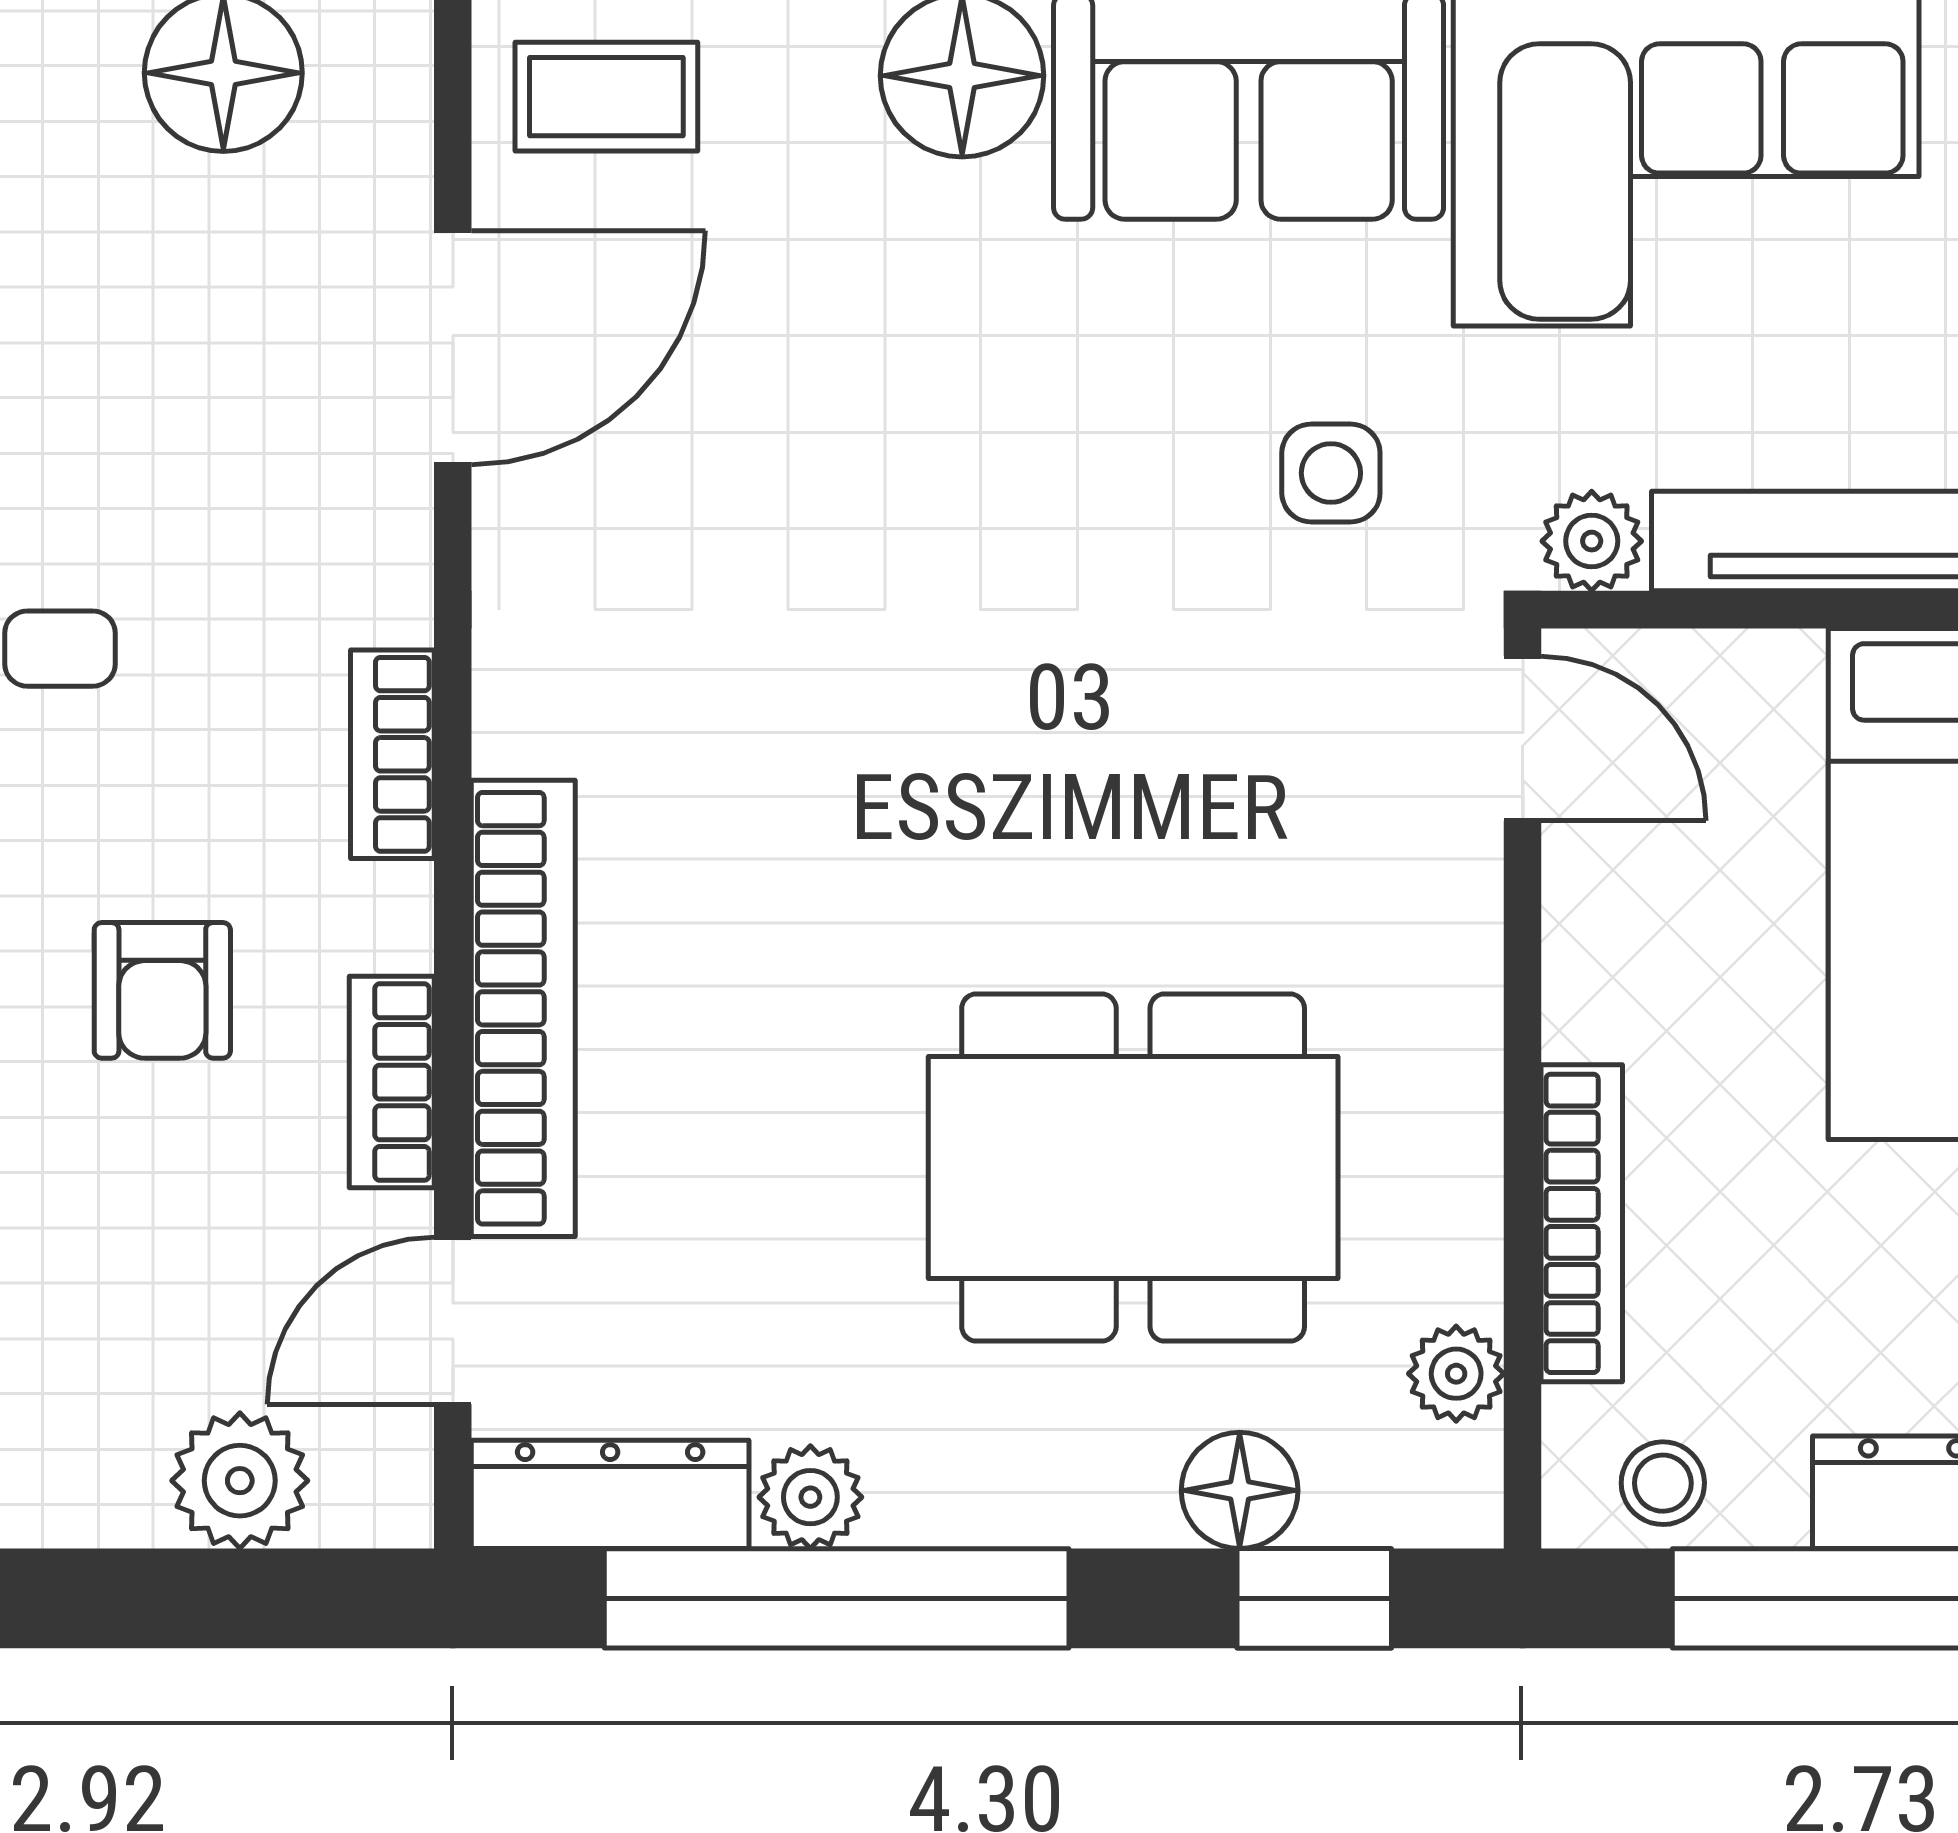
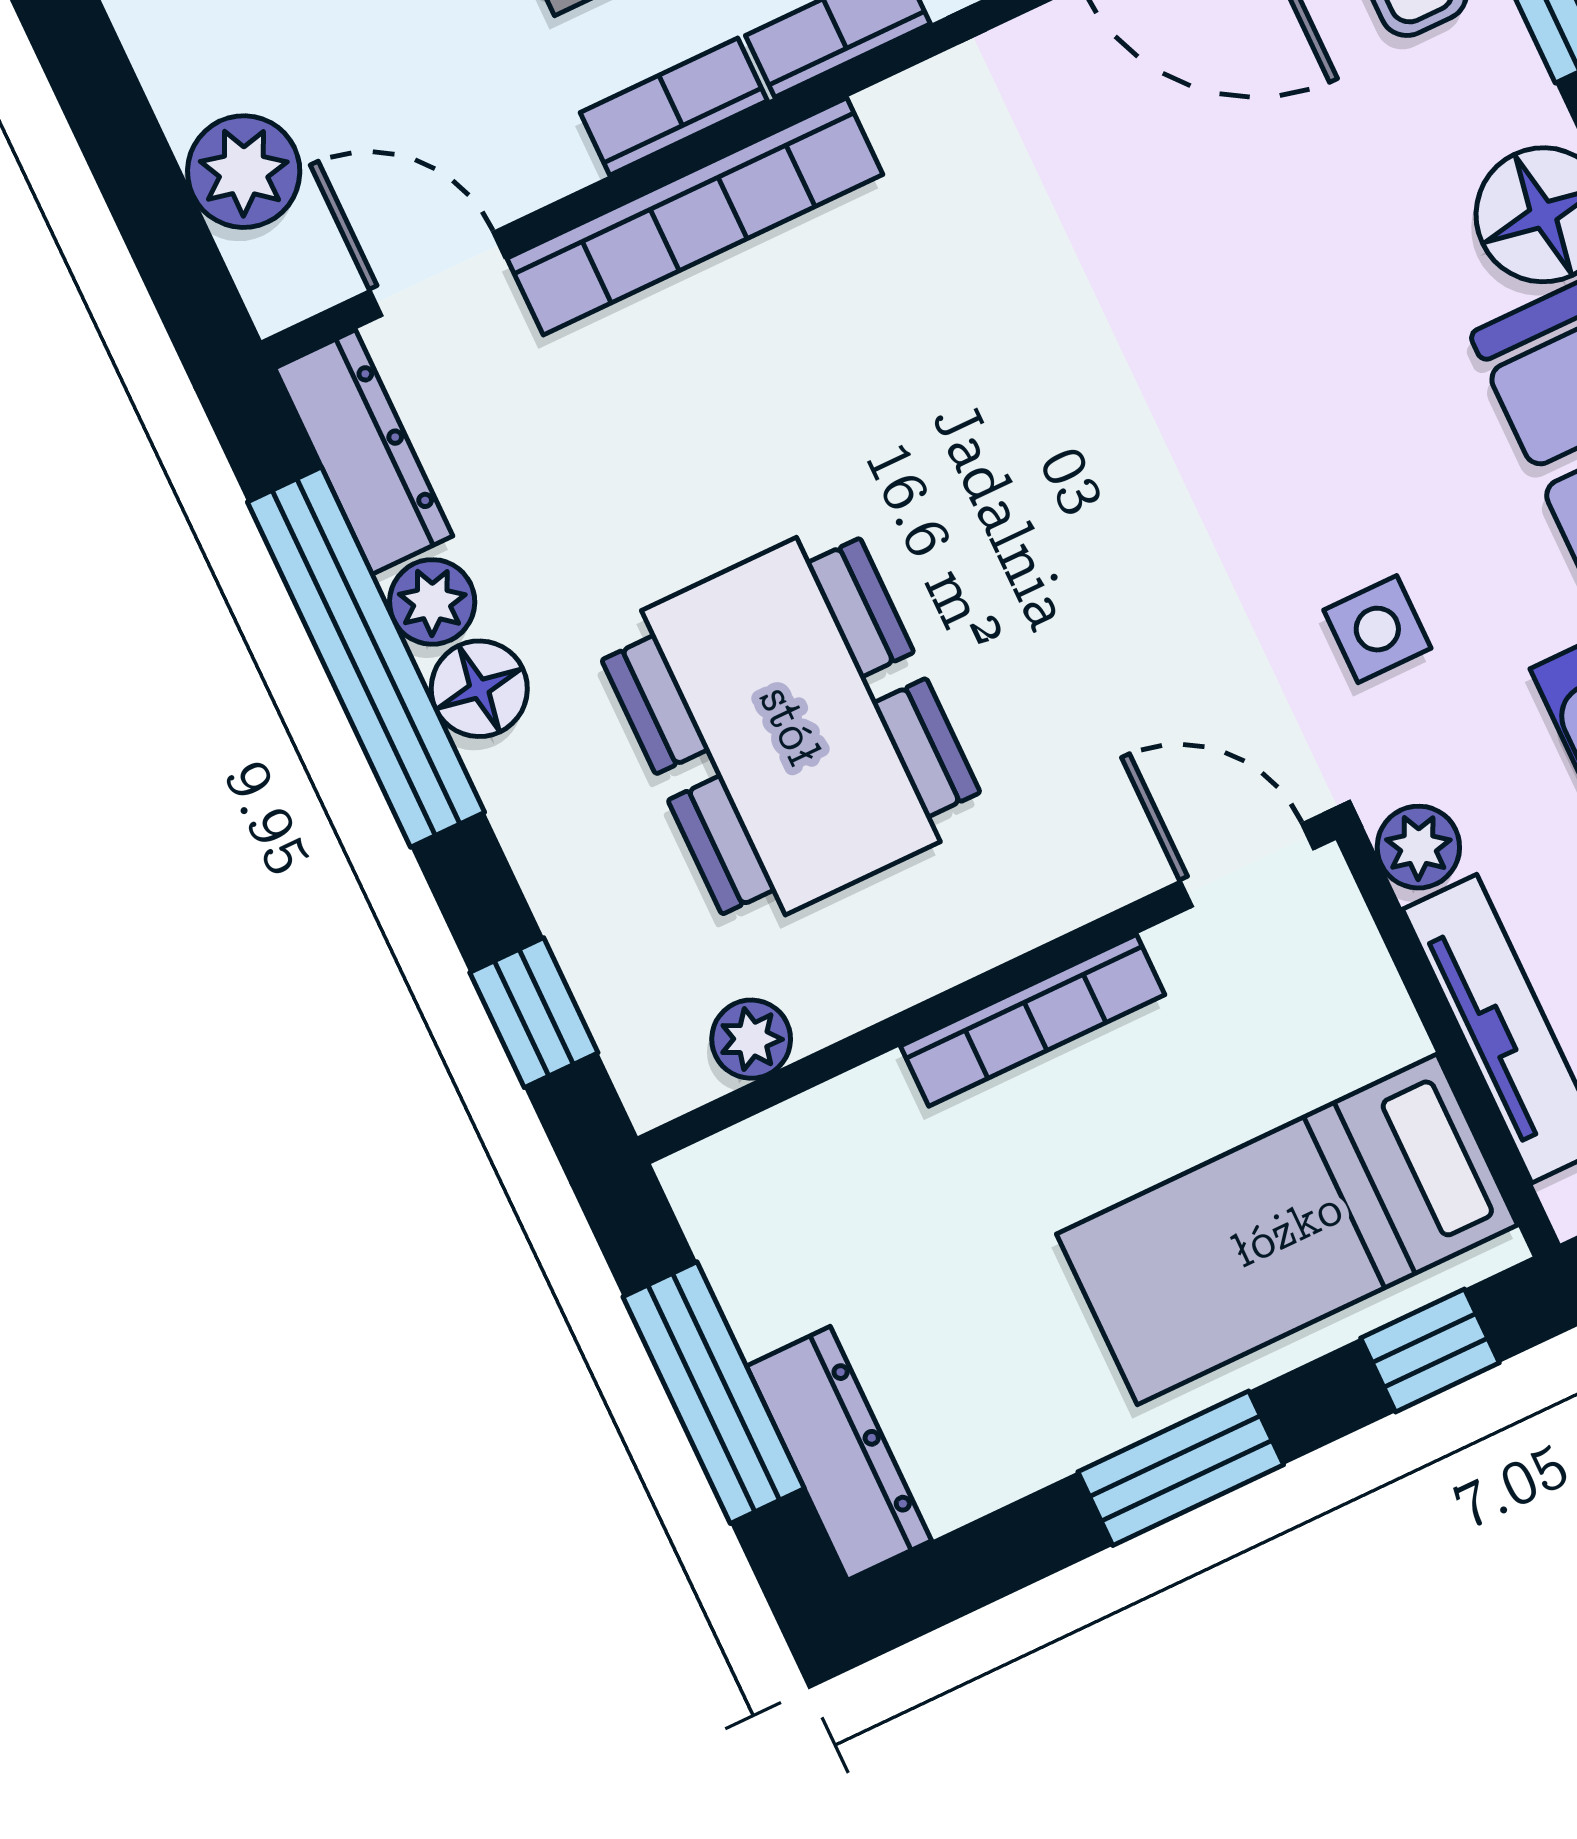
door: (1523, 739) -> (1247, 865), swing flipped
bookcase: (392, 1082) -> (674, 107), moved
bookcase: (1582, 1223) -> (1033, 1020), moved
stool: (1663, 1483) -> (742, 1231), removed
floor lamp: (1240, 1490) -> (479, 689), moved

